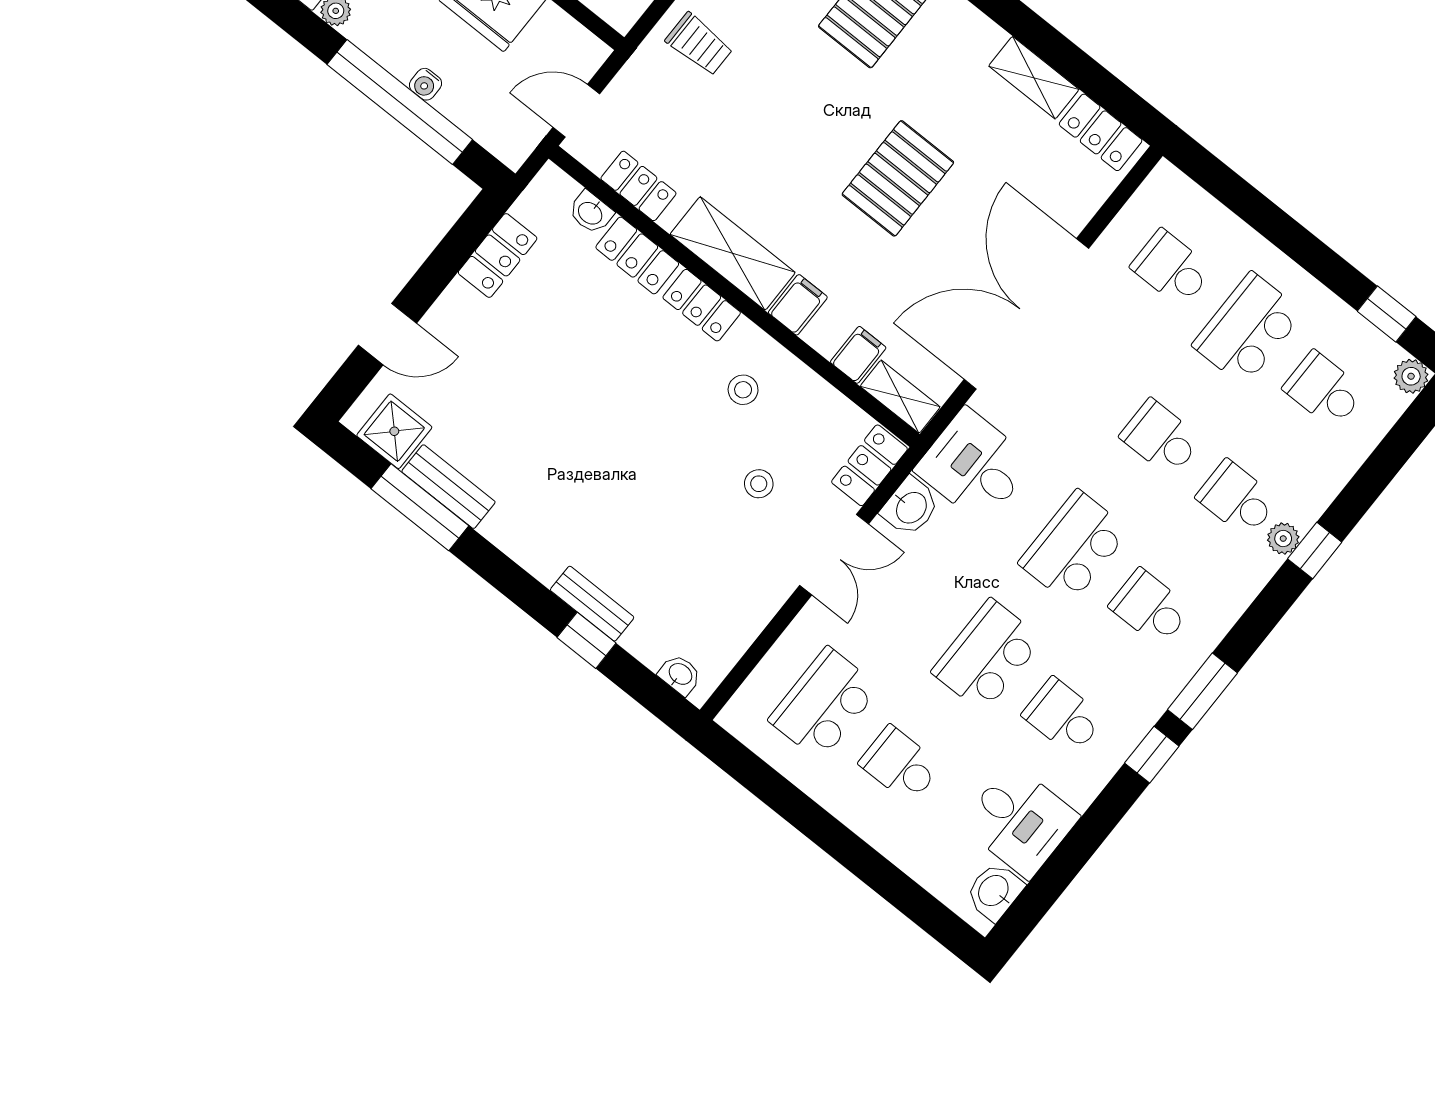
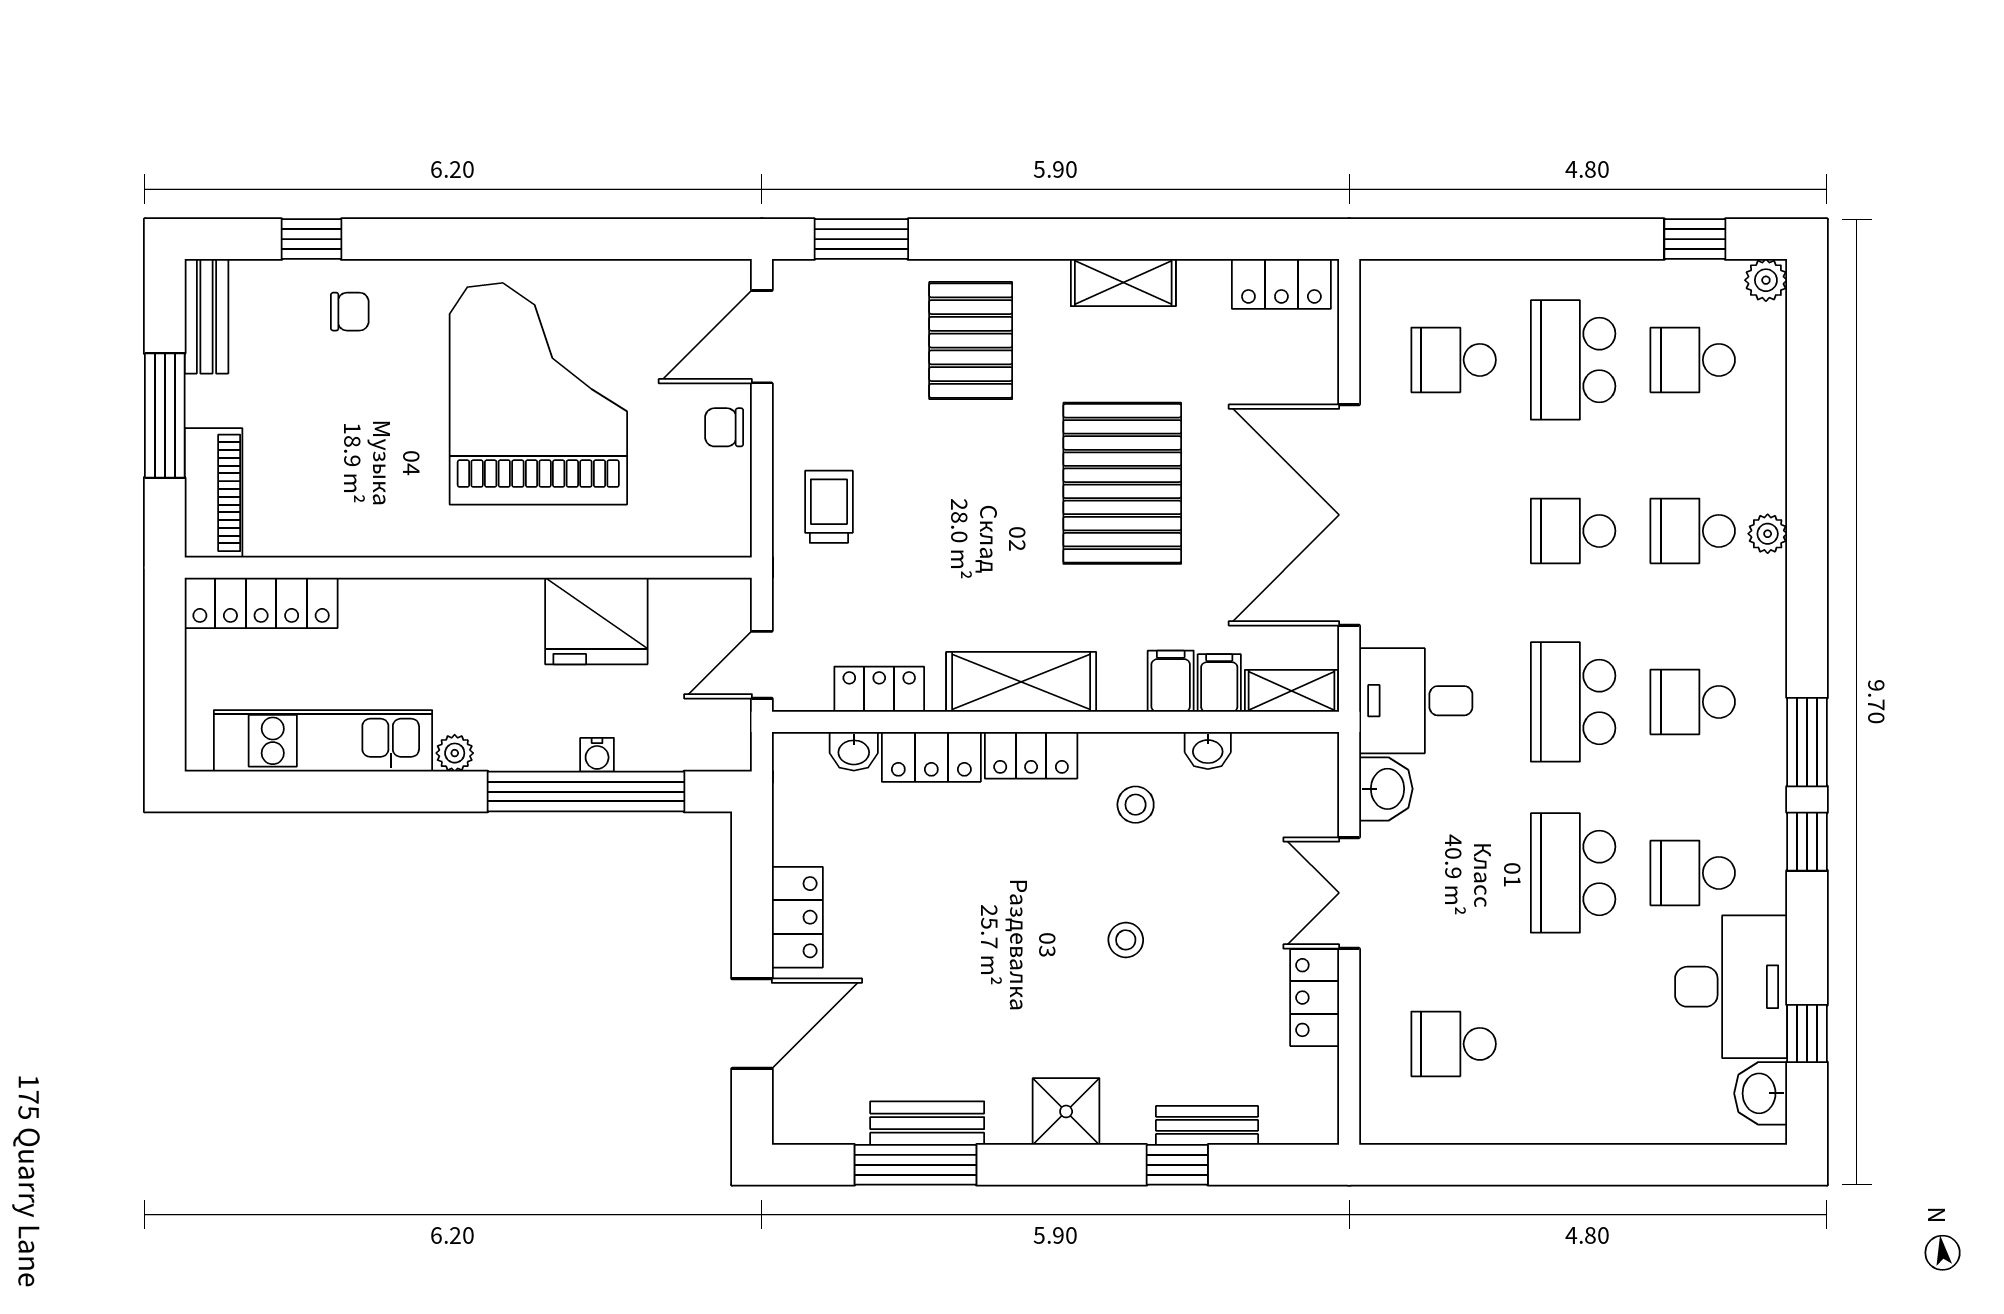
trolley: (699, 44) -> (829, 507), turned -90
shelving: (1034, 78) -> (1123, 283), moved
pallet: (898, 178) -> (1122, 483), width x1.37, depth x1.41
locker: (498, 255) -> (797, 917), moved
filing cabinet: (798, 305) -> (1171, 681), moved
door: (387, 334) -> (752, 1024), width x1.38
shower: (394, 431) -> (1066, 1111), moved
locker: (869, 465) -> (1315, 998), moved
stool: (759, 484) -> (1126, 940), moved
window: (1315, 551) -> (1807, 1034), moved
double door: (834, 555) -> (1349, 893), swing flipped
bench: (592, 604) -> (1207, 1125), moved
washbasin: (680, 675) -> (1208, 750), moved, turned 180
school desk: (824, 704) -> (1454, 1044), width x0.54
school desk: (900, 765) -> (1573, 1044), removed
desk: (1020, 821) -> (1731, 987), width x1.37

